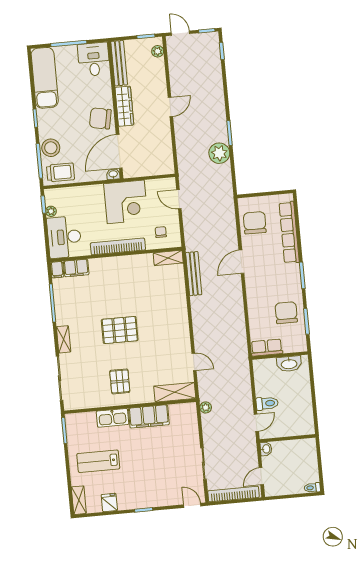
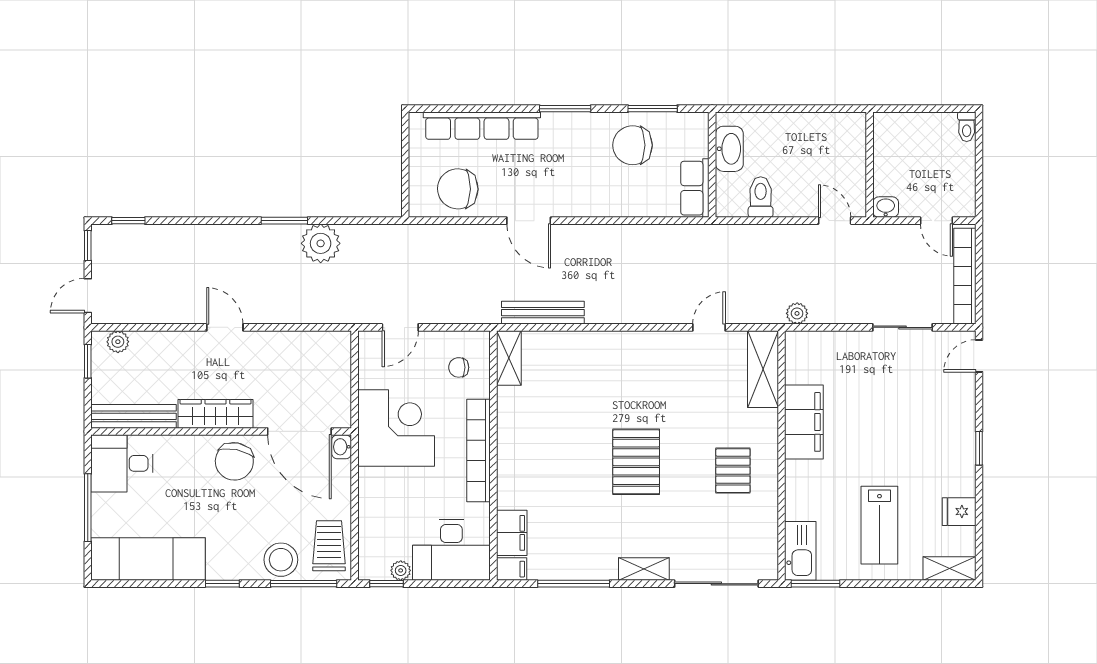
pallet: (120, 381) -> (733, 471), turned 90
toilet: (267, 403) -> (761, 197), moved
kitchen sink: (112, 418) -> (800, 551), moved

